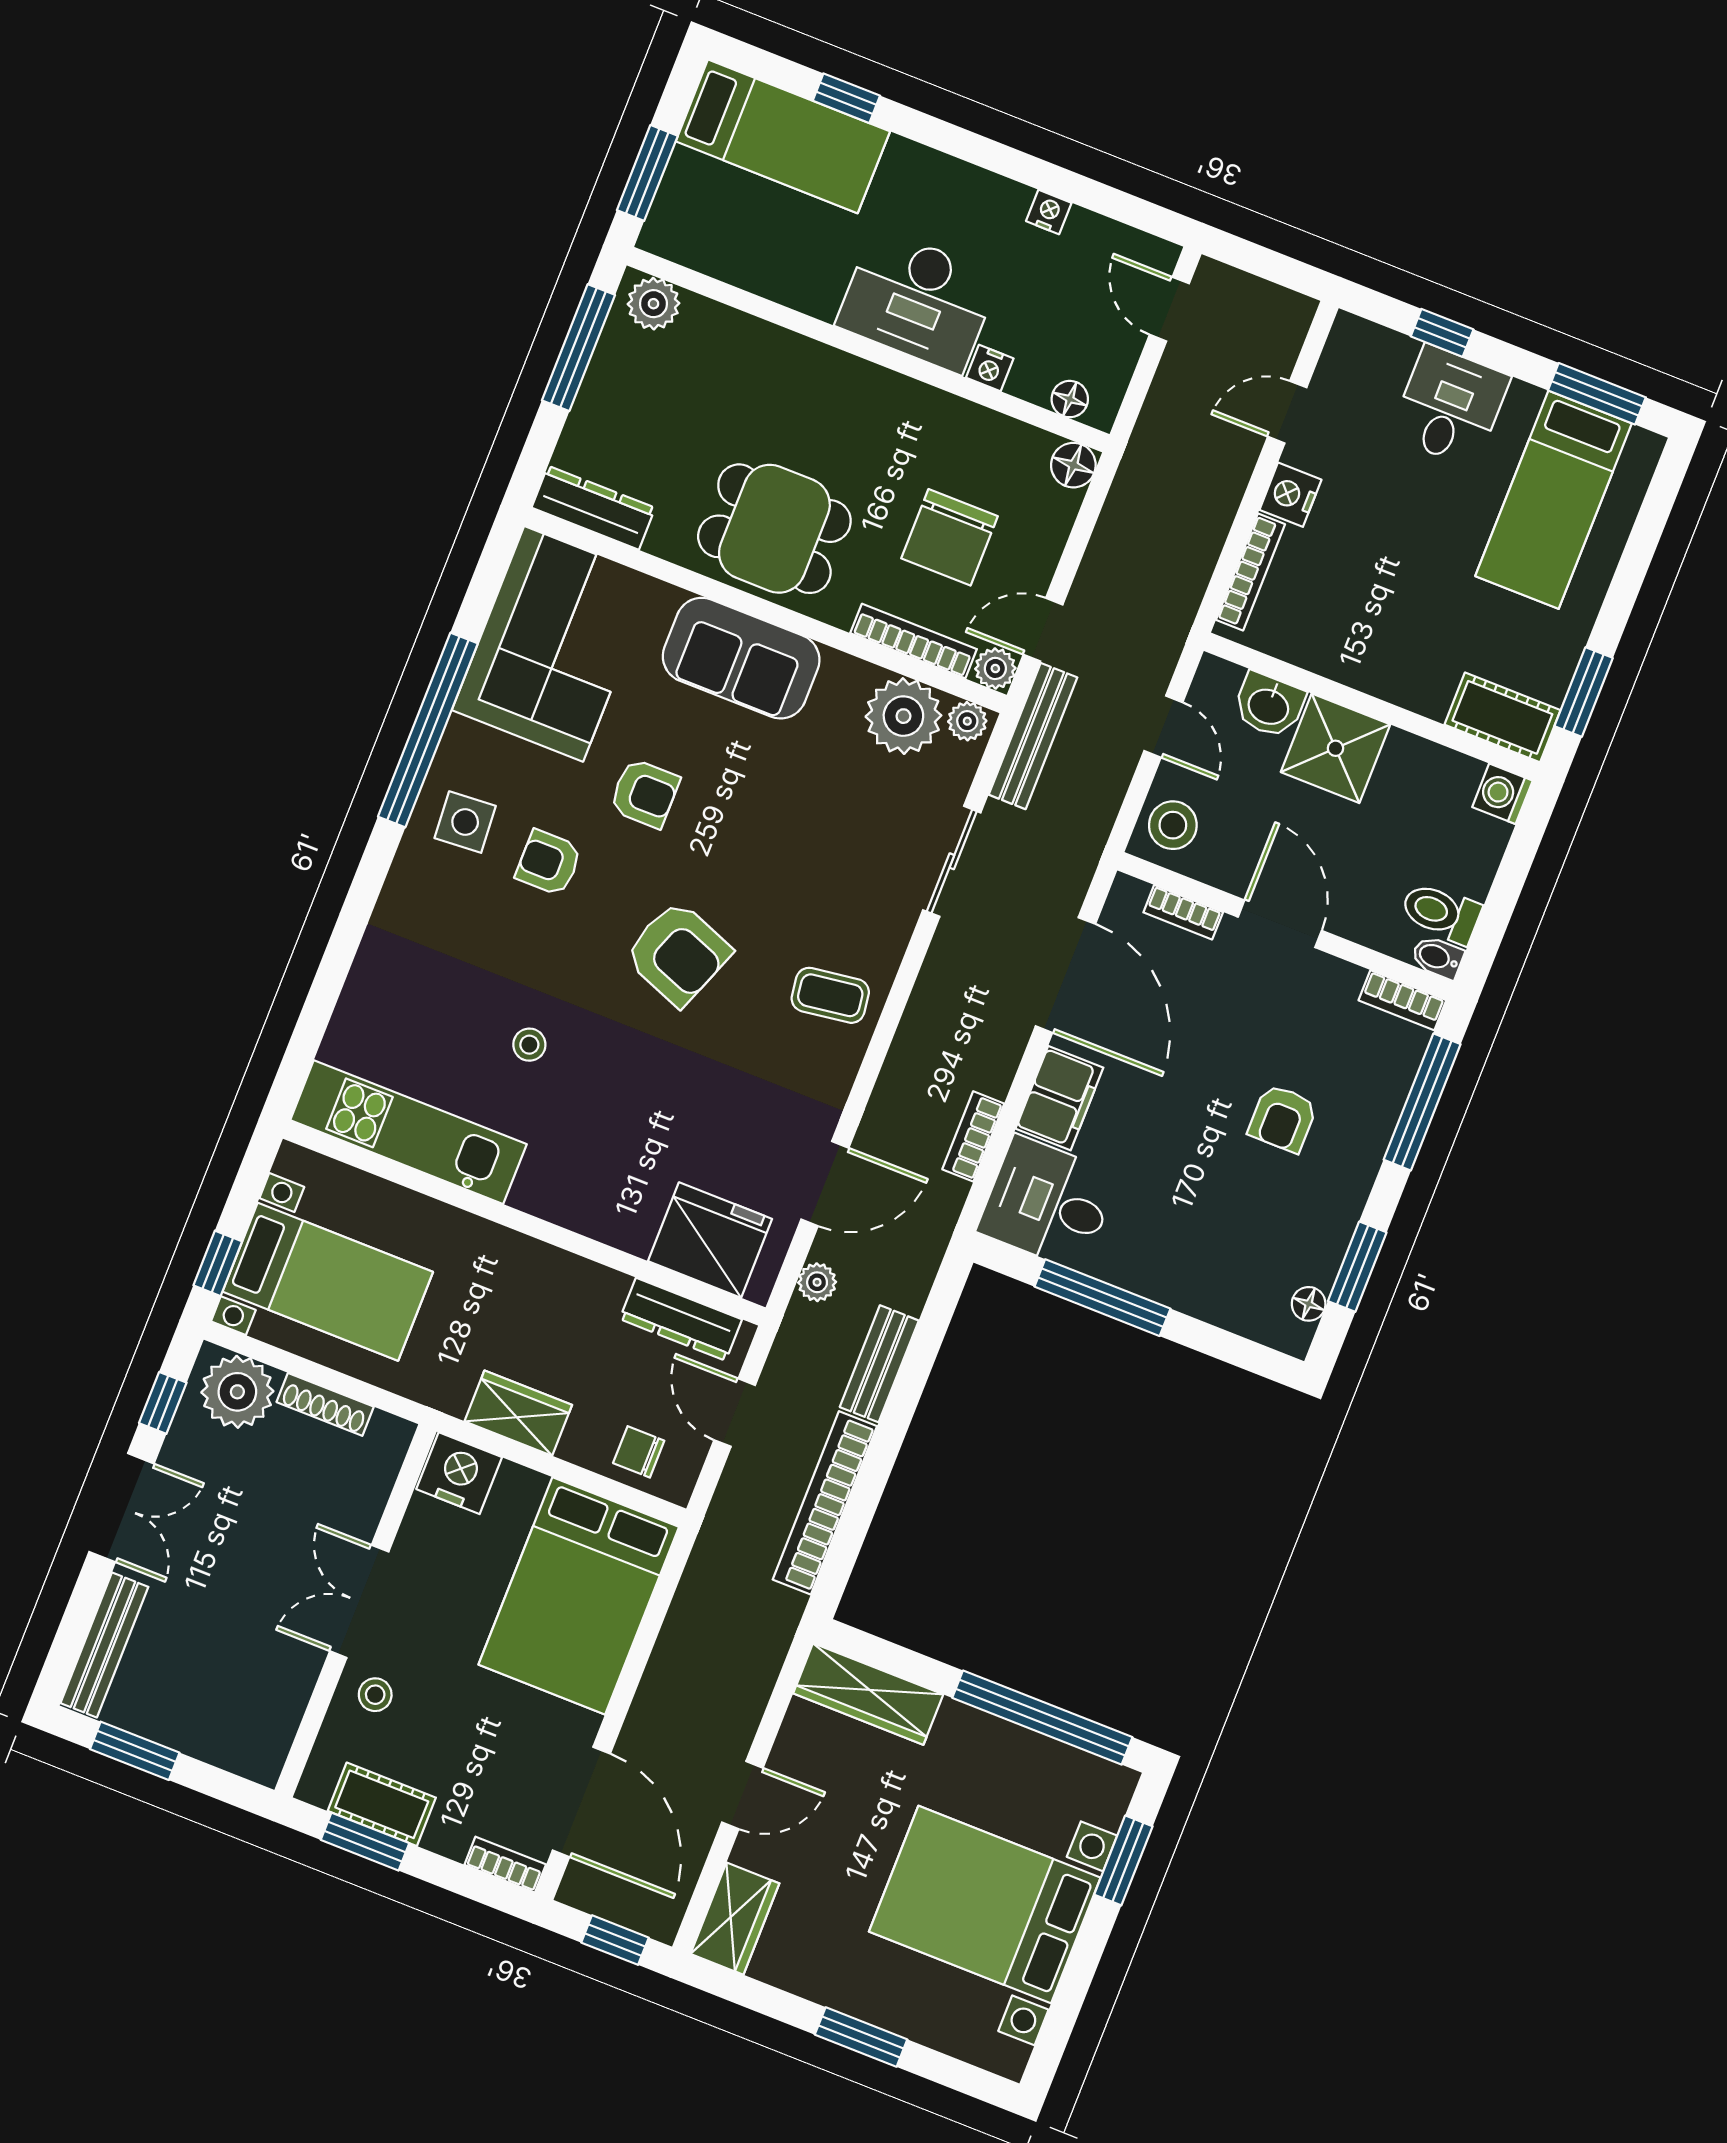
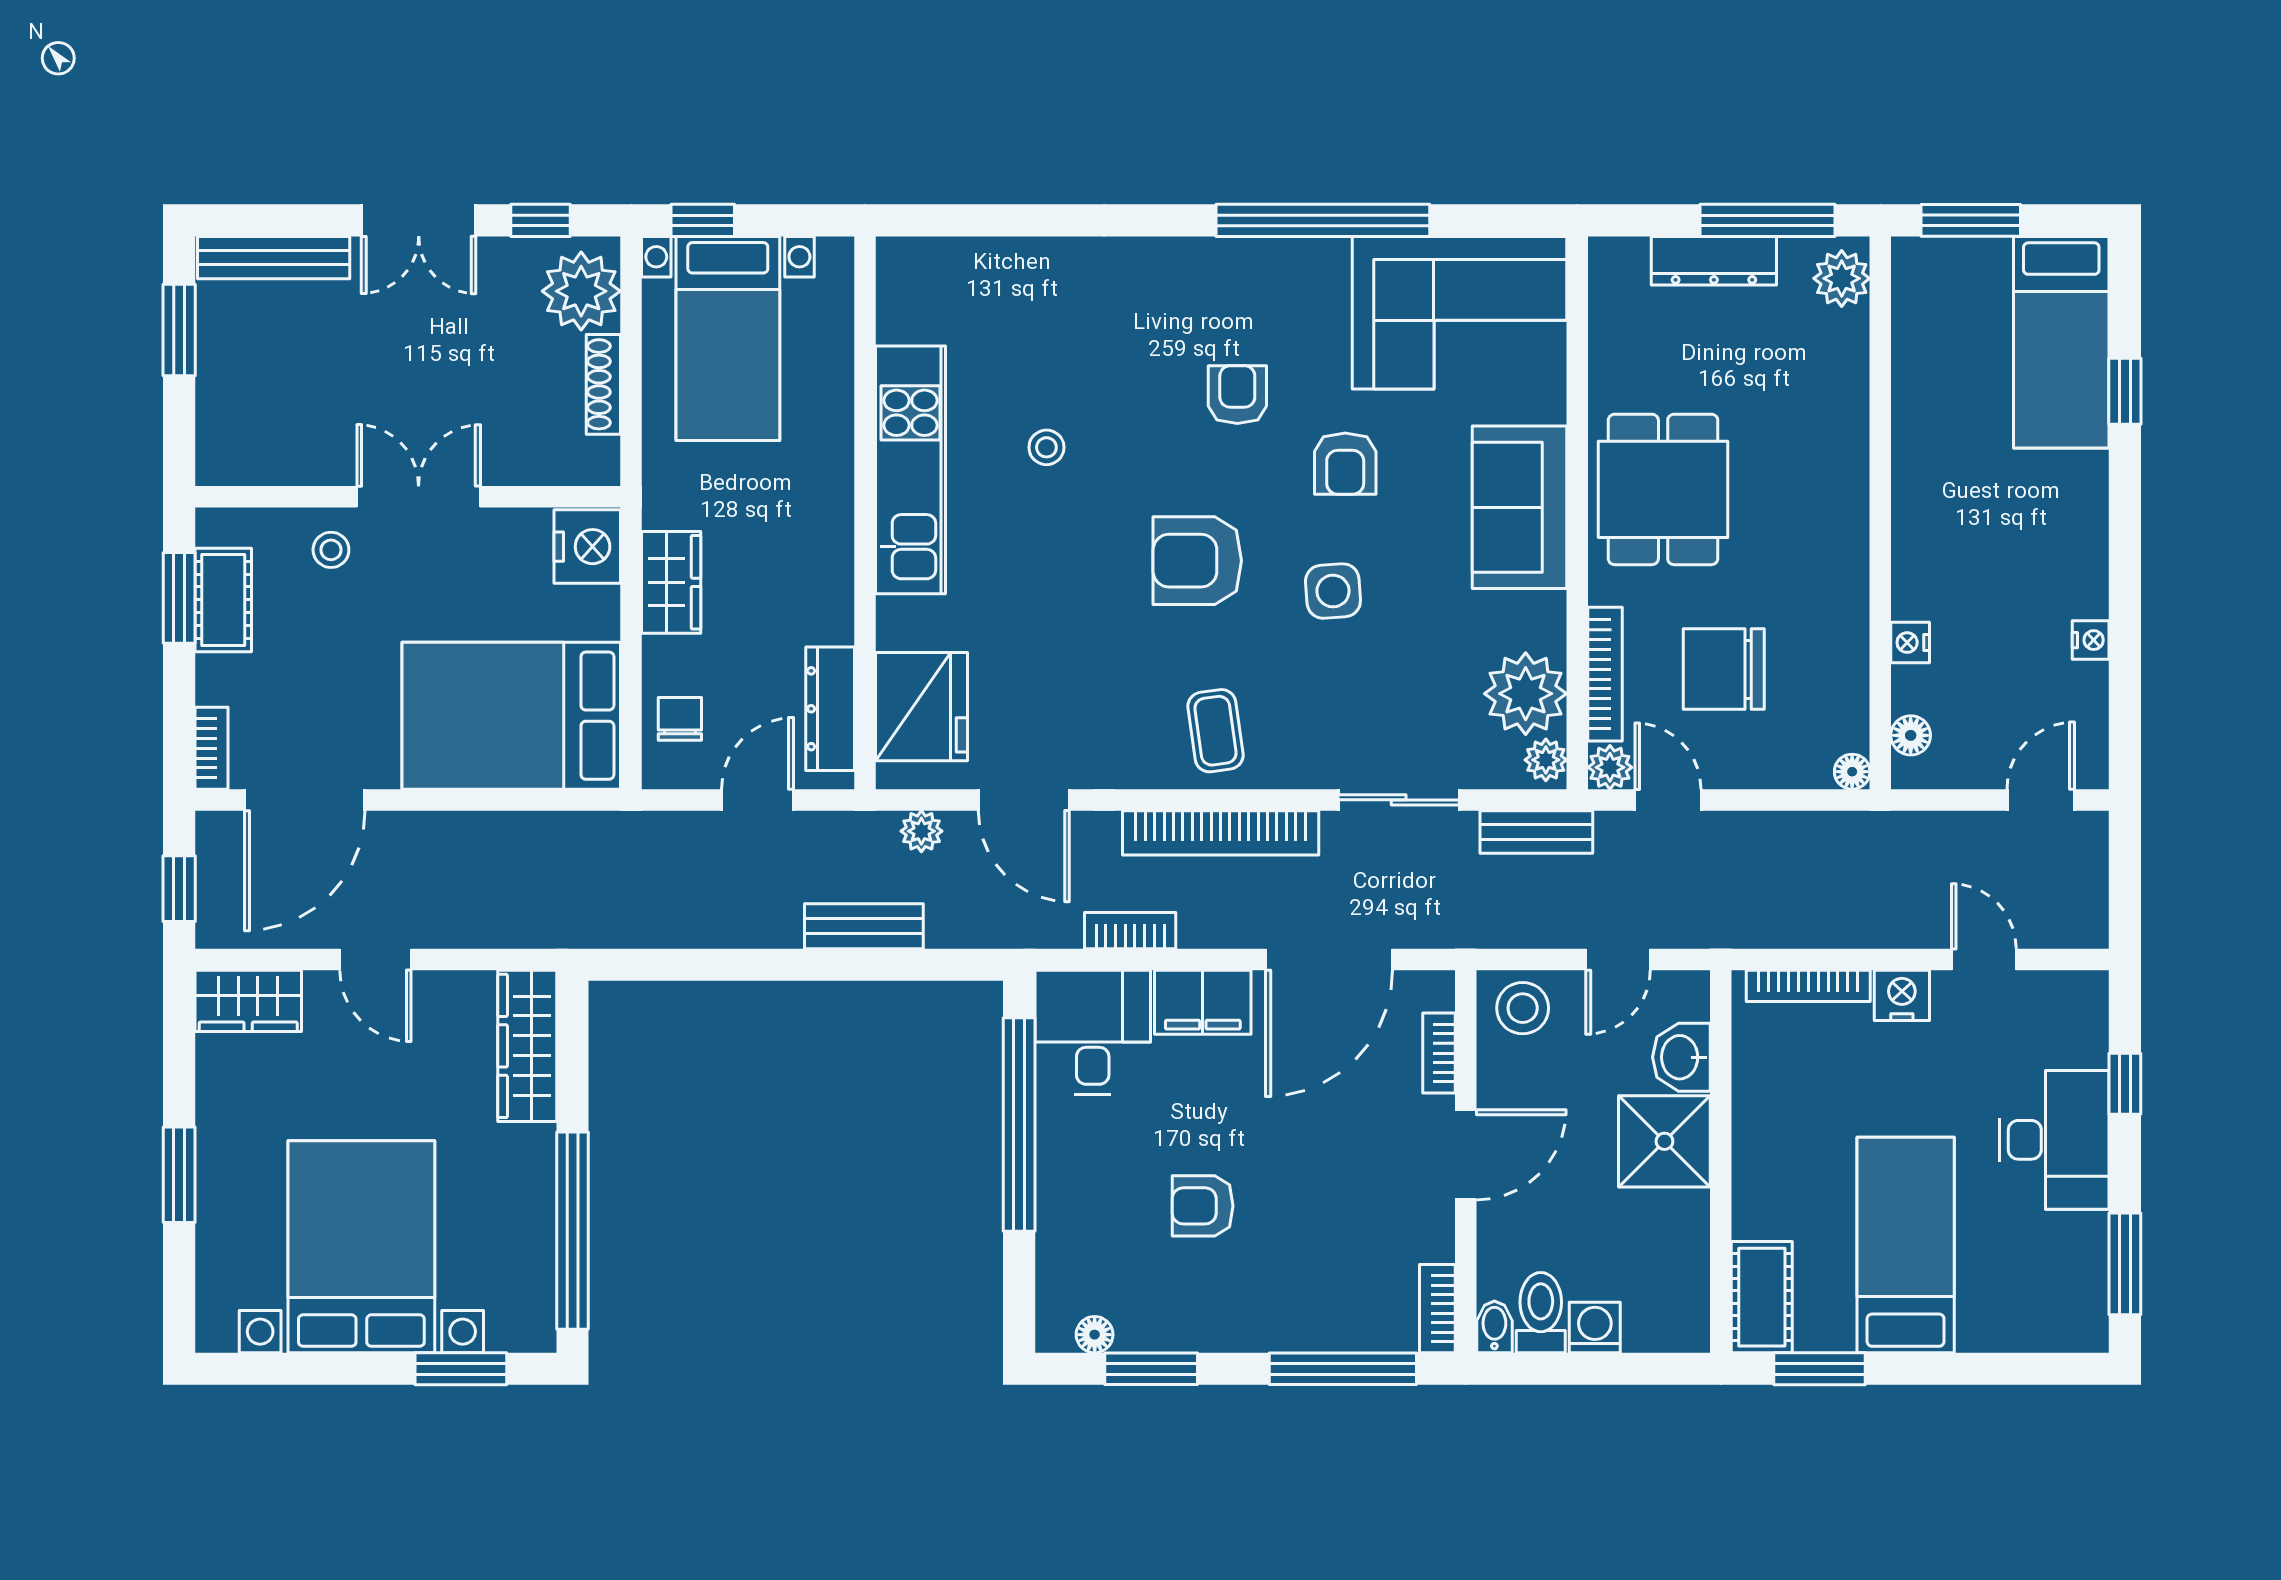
desk: (918, 300) -> (1950, 543), removed
desk: (1450, 406) -> (2054, 1140), width x1.37
floor lamp: (1073, 465) -> (1852, 772), width x0.73, depth x0.73
bed: (1553, 500) -> (1906, 1245), moved, turned 90
dresser: (593, 508) -> (1714, 261), moved, turned 90
bench: (1033, 736) -> (1536, 832), width x0.73
washing machine: (1502, 794) -> (1595, 1327), moved
side table: (465, 822) -> (1333, 591), moved
armchair: (678, 953) -> (1197, 561), turned 69
armchair: (1283, 1118) -> (1203, 1206), moved
kitchen unit: (408, 1132) -> (910, 470), moved
window: (1102, 1298) -> (1019, 1125), width x1.46
bookcase: (825, 1503) -> (1221, 833), moved, turned 180

